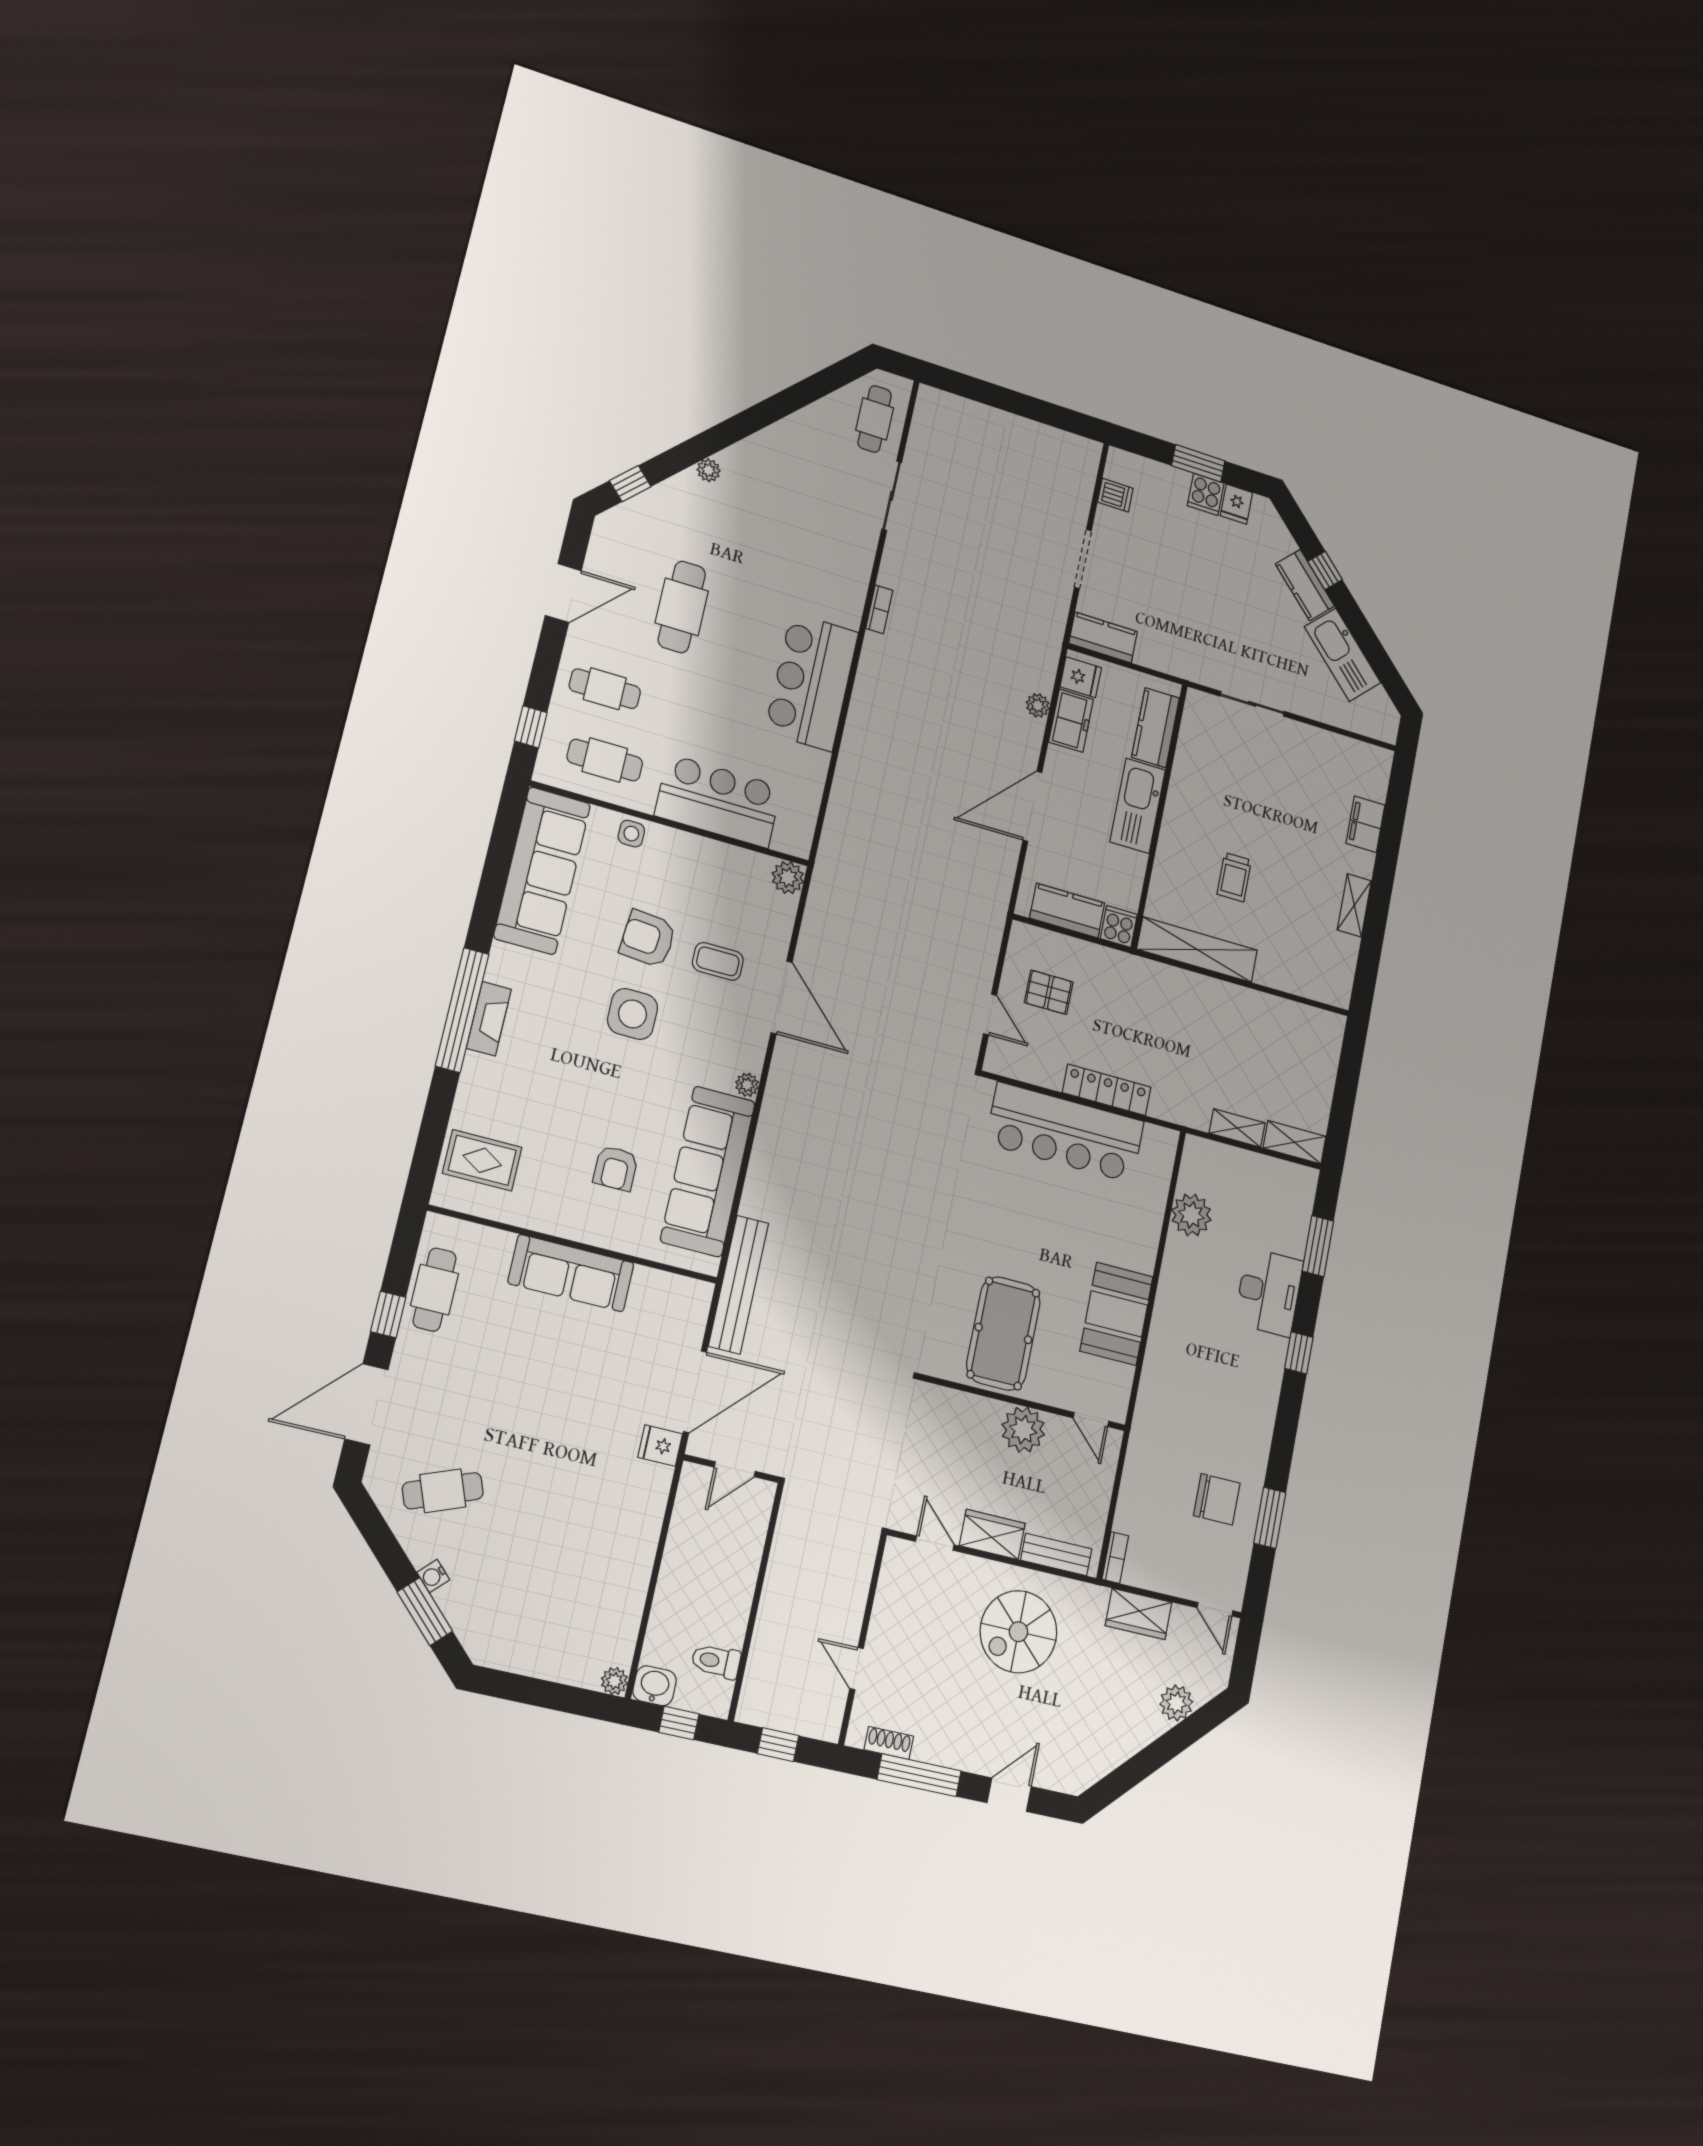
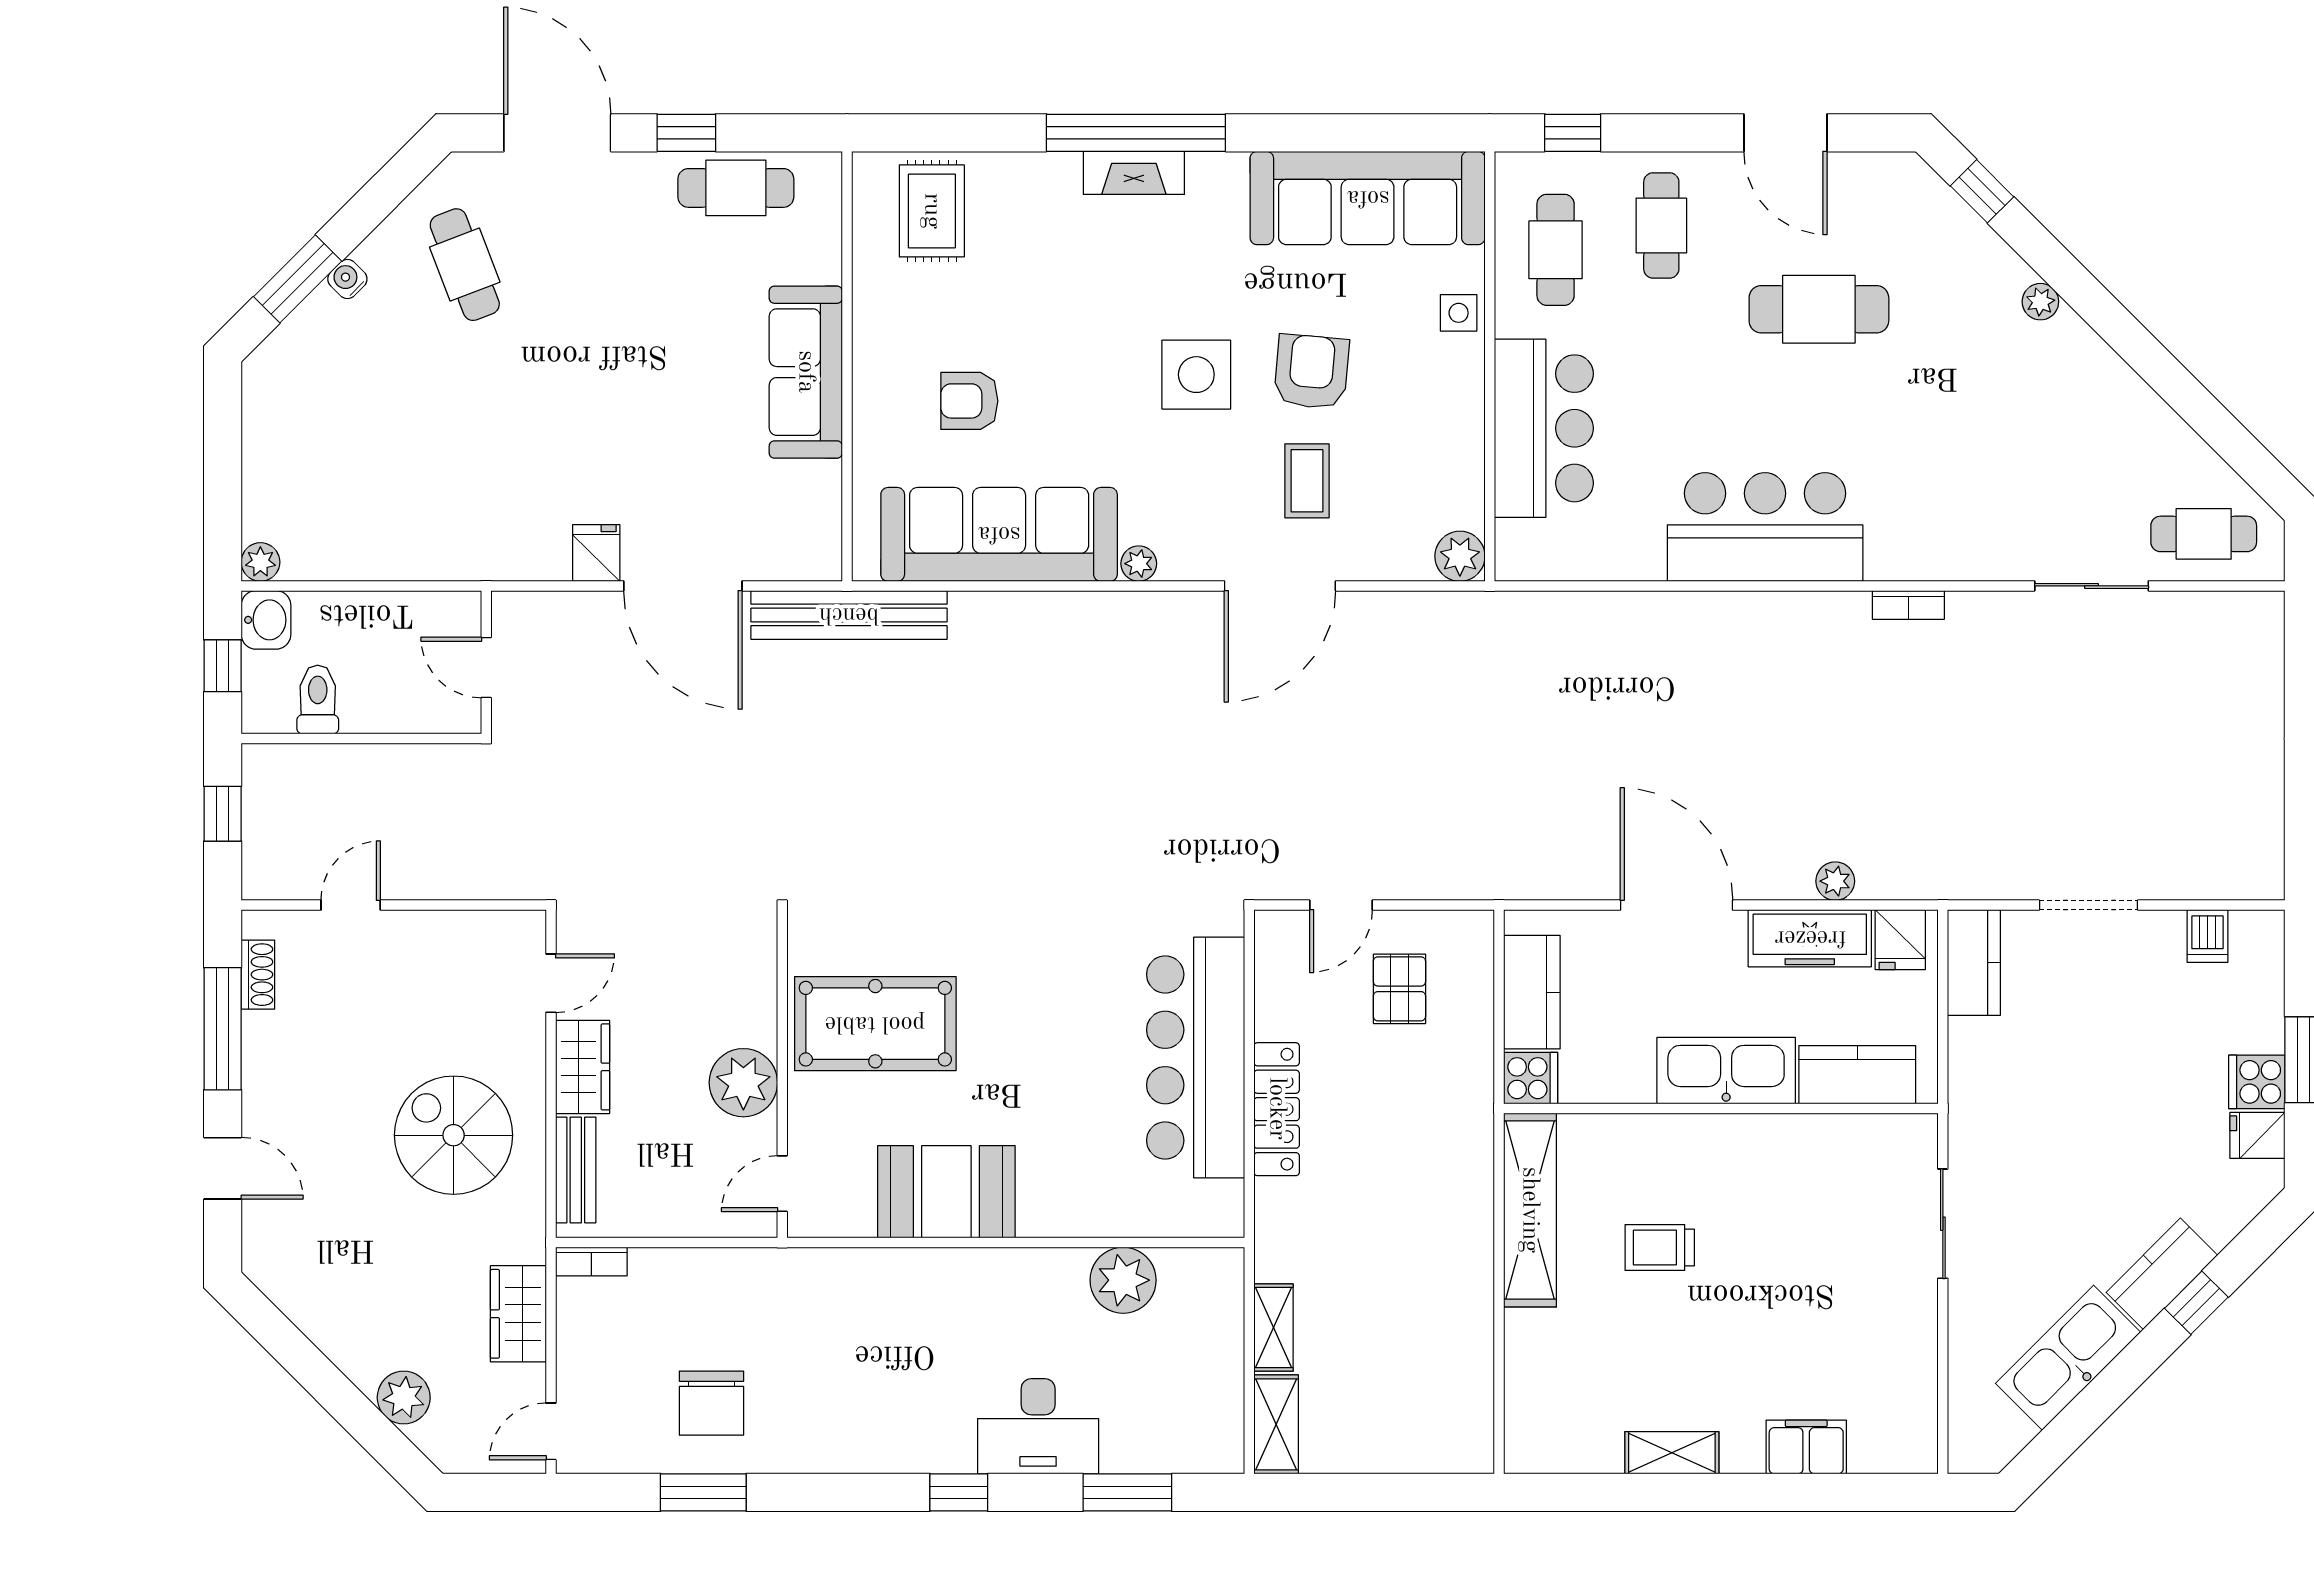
freezer: (1071, 721) -> (1810, 938), width x1.40
wall: (731, 1469) -> (486, 662), moved
door: (735, 1469) -> (486, 668), moved

